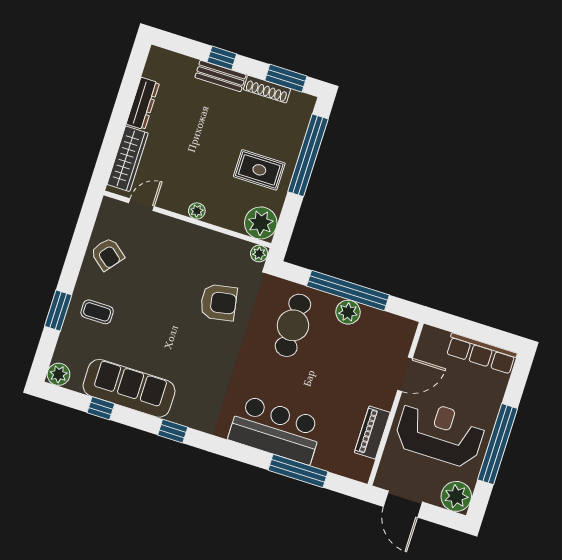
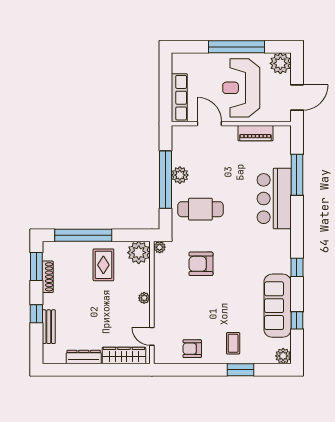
bench: (220, 76) -> (49, 327), moved
armchair: (107, 254) -> (192, 349), turned -129
armchair: (219, 302) -> (201, 264), turned -80
row of seats: (481, 353) -> (179, 98), moved

